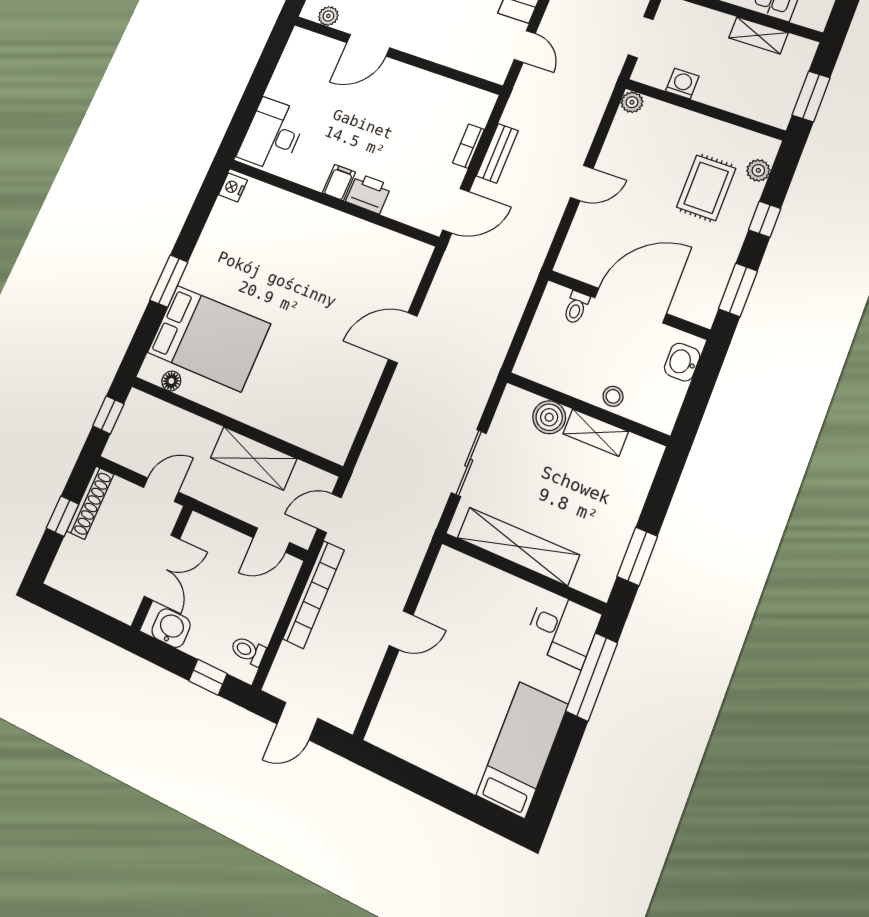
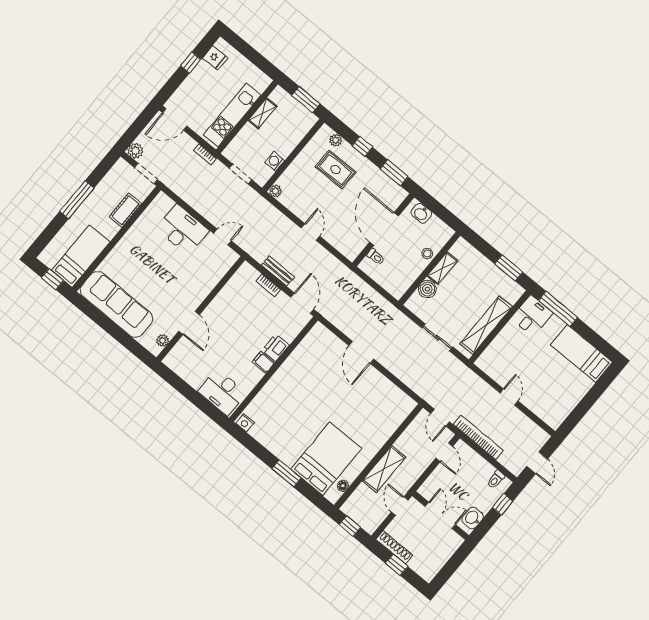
shelving: (253, 458) -> (384, 469), moved

